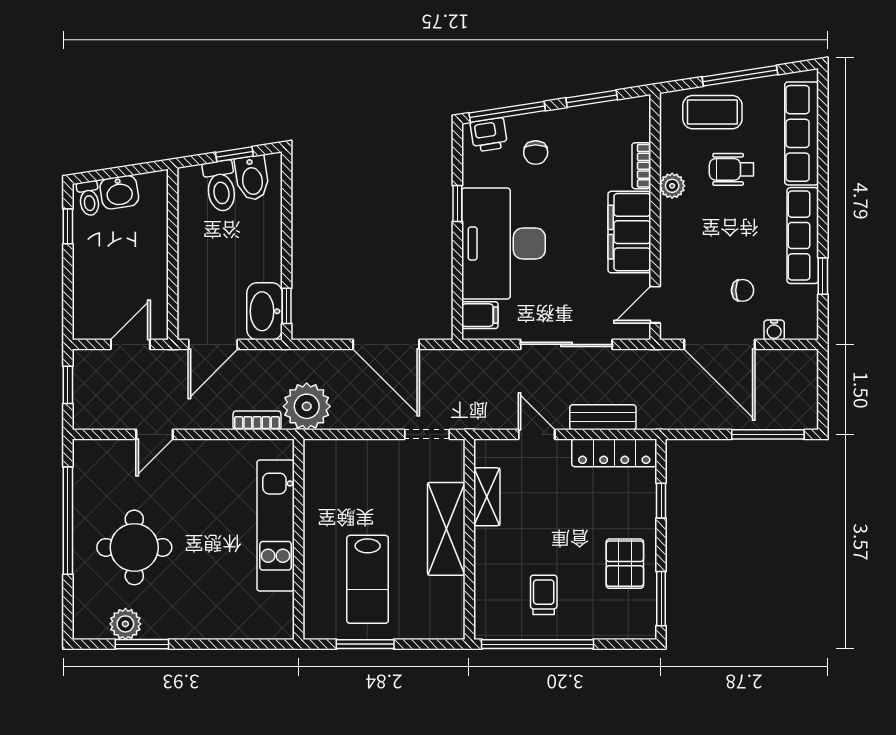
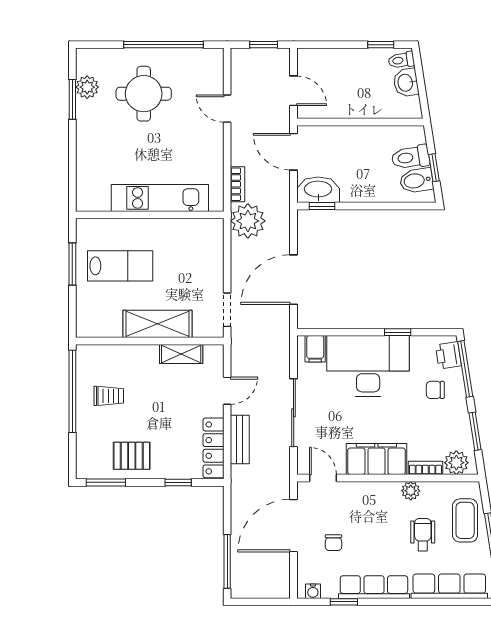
plant: (634, 124) -> (456, 463), added
water cooler: (774, 330) -> (313, 591), moved, turned -90
lab bench: (368, 579) -> (120, 266), turned 180

